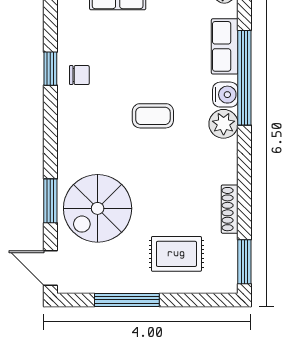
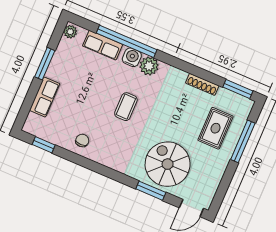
window: (50, 69) -> (44, 145), moved
spiral stairs: (98, 208) -> (168, 164), turned 180
window: (127, 300) -> (243, 141), moved

